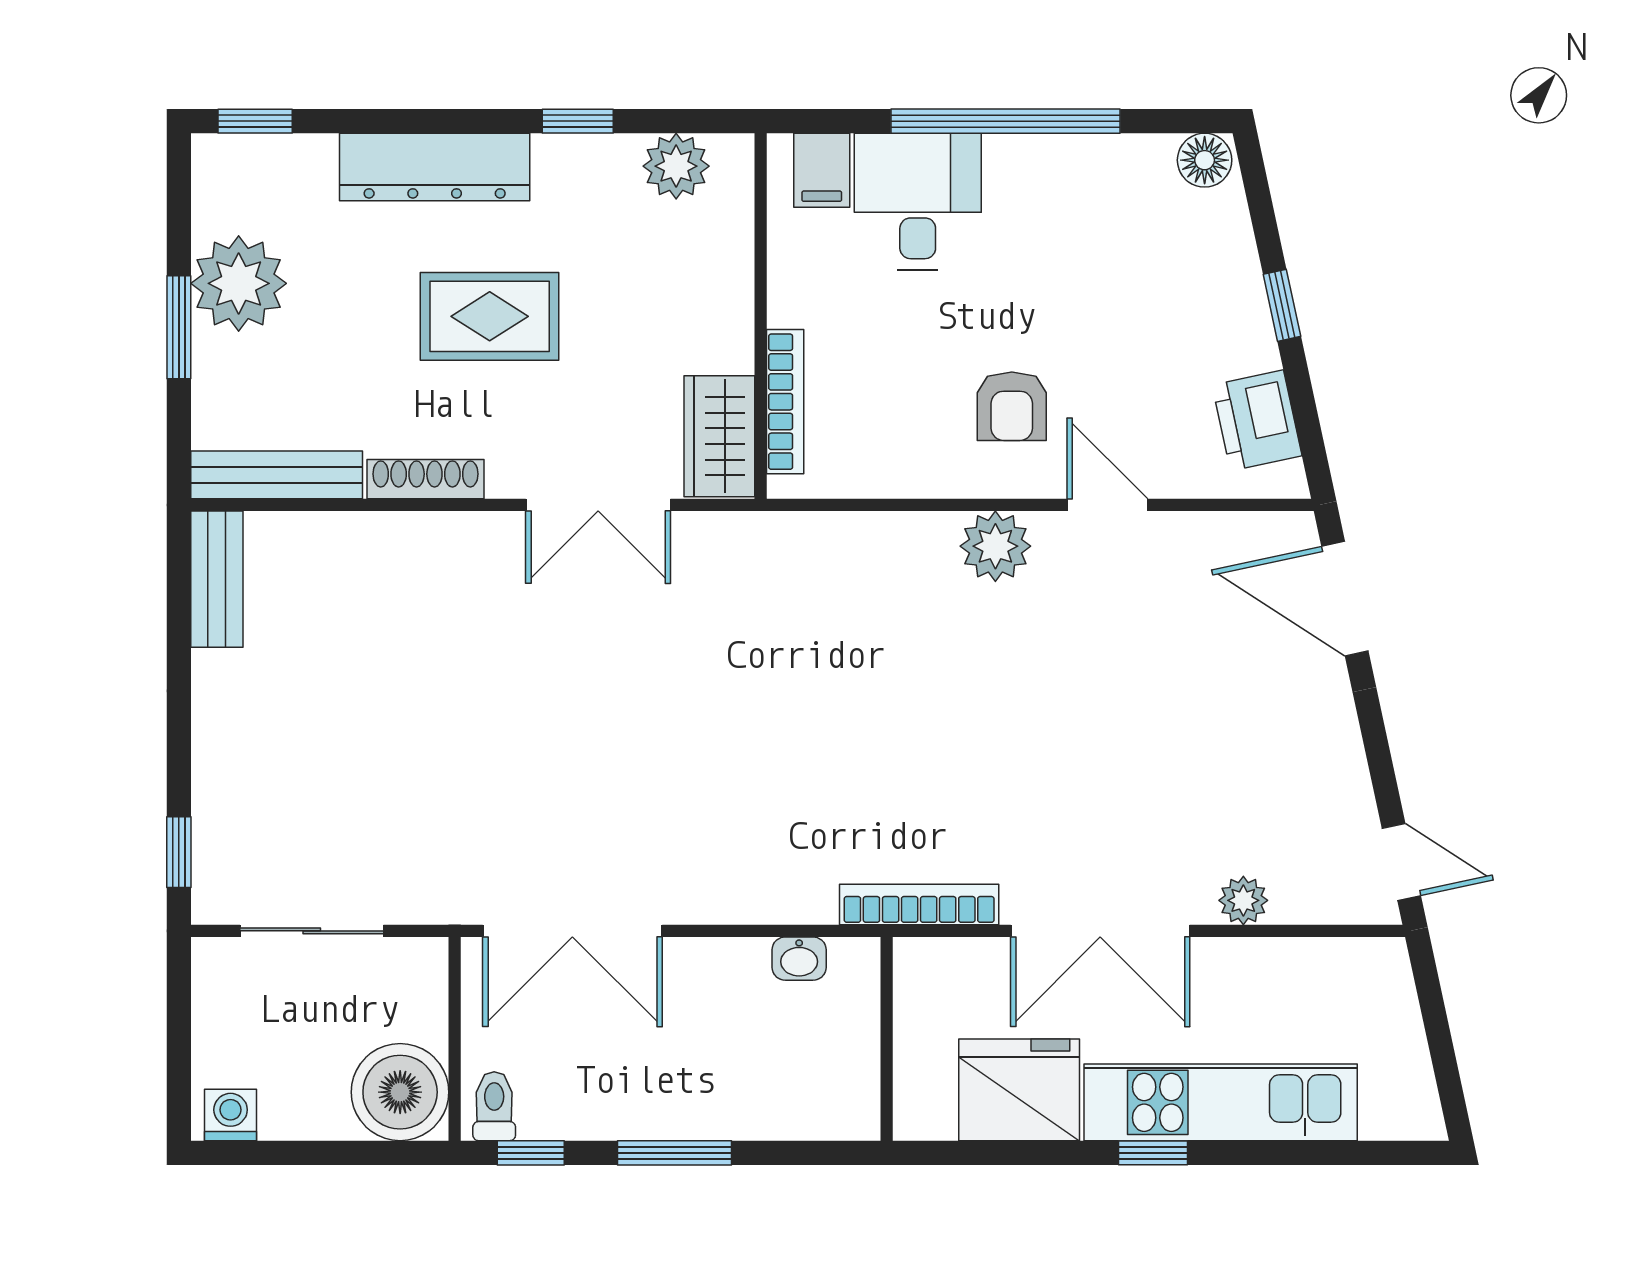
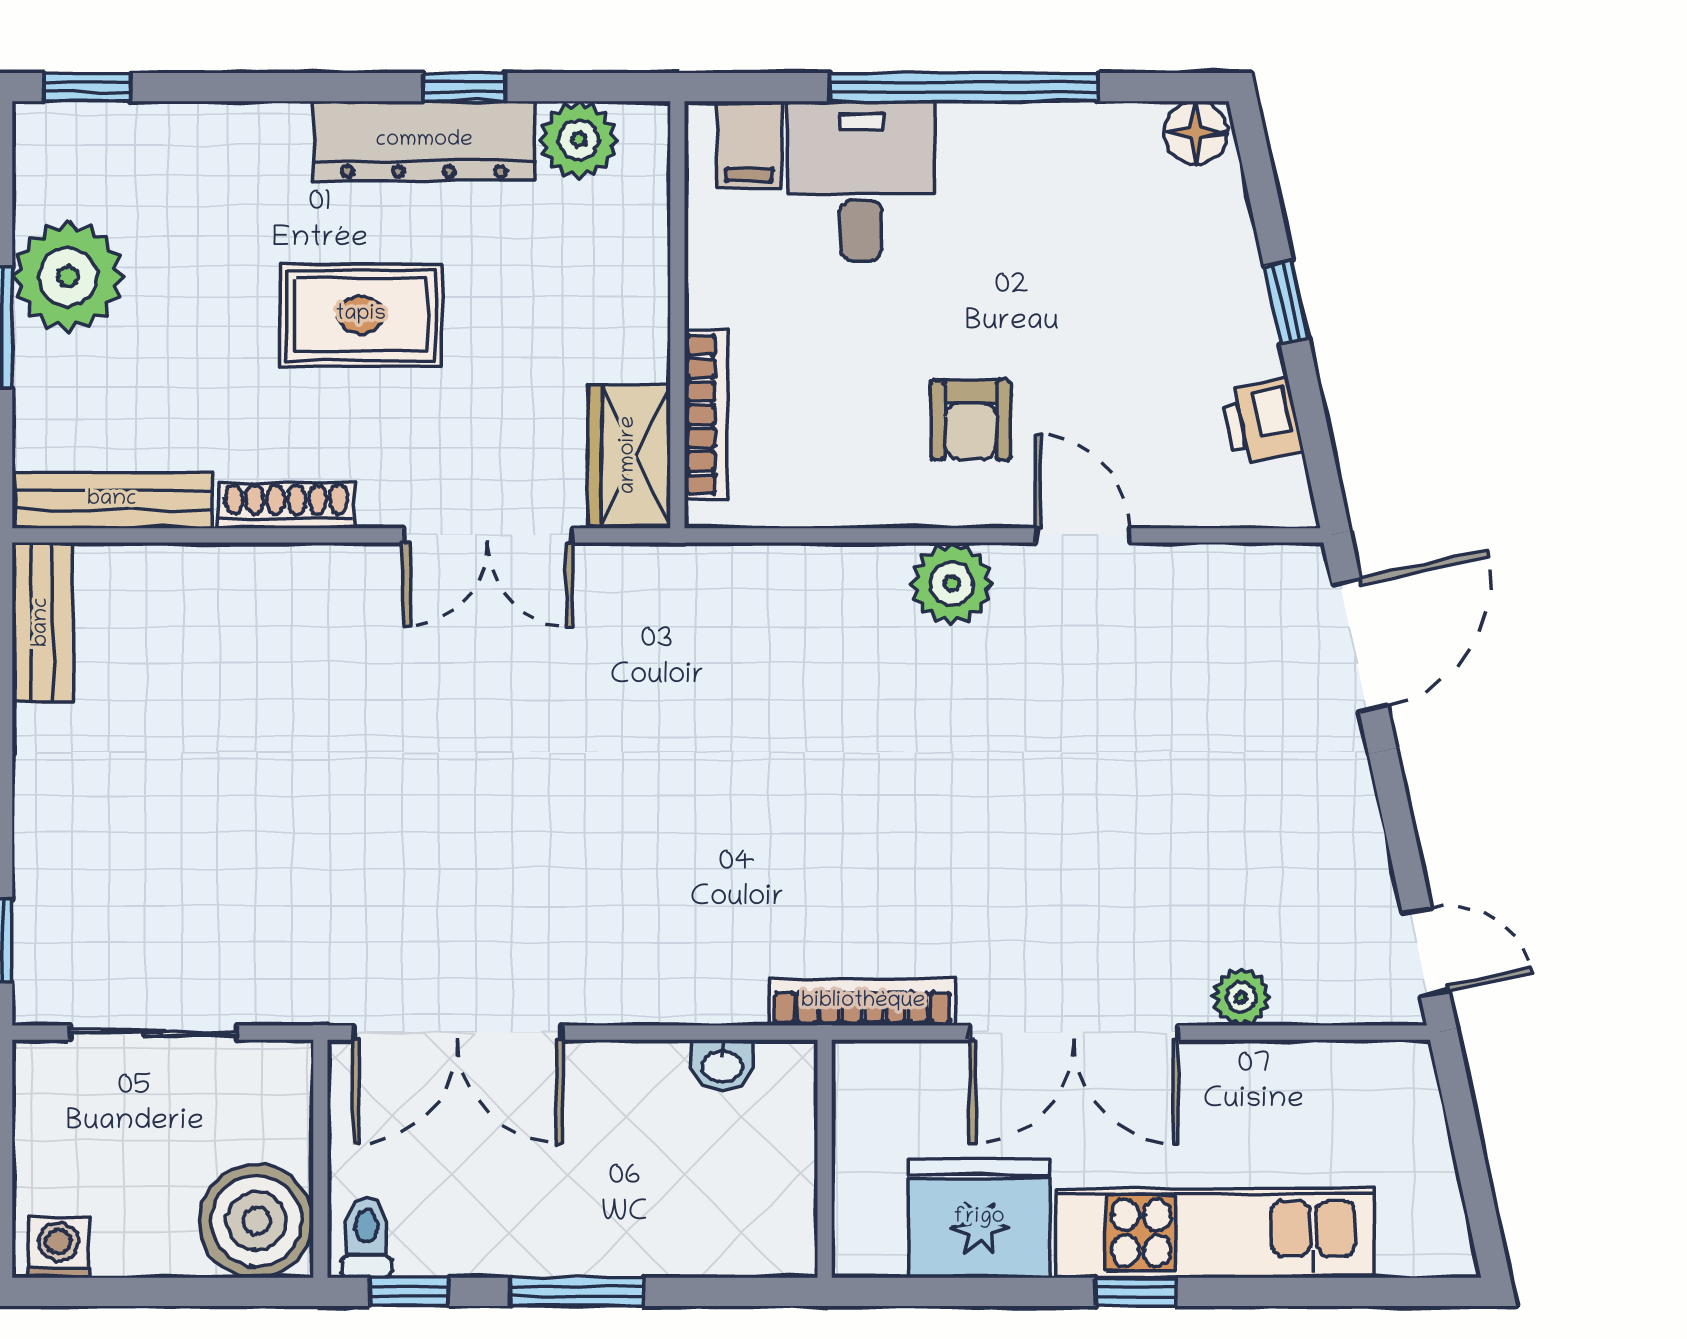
dresser: (435, 167) -> (424, 141), moved
printer: (1257, 420) -> (1262, 421), width x0.73, depth x0.81
door: (1345, 599) -> (1360, 645), swing flipped

